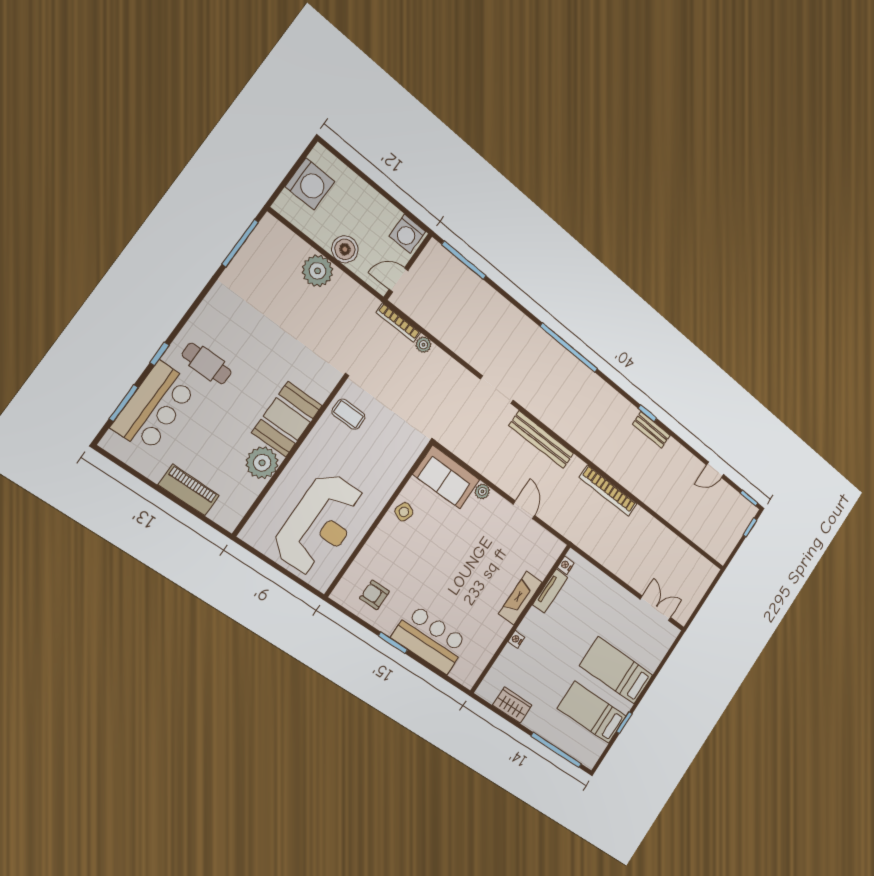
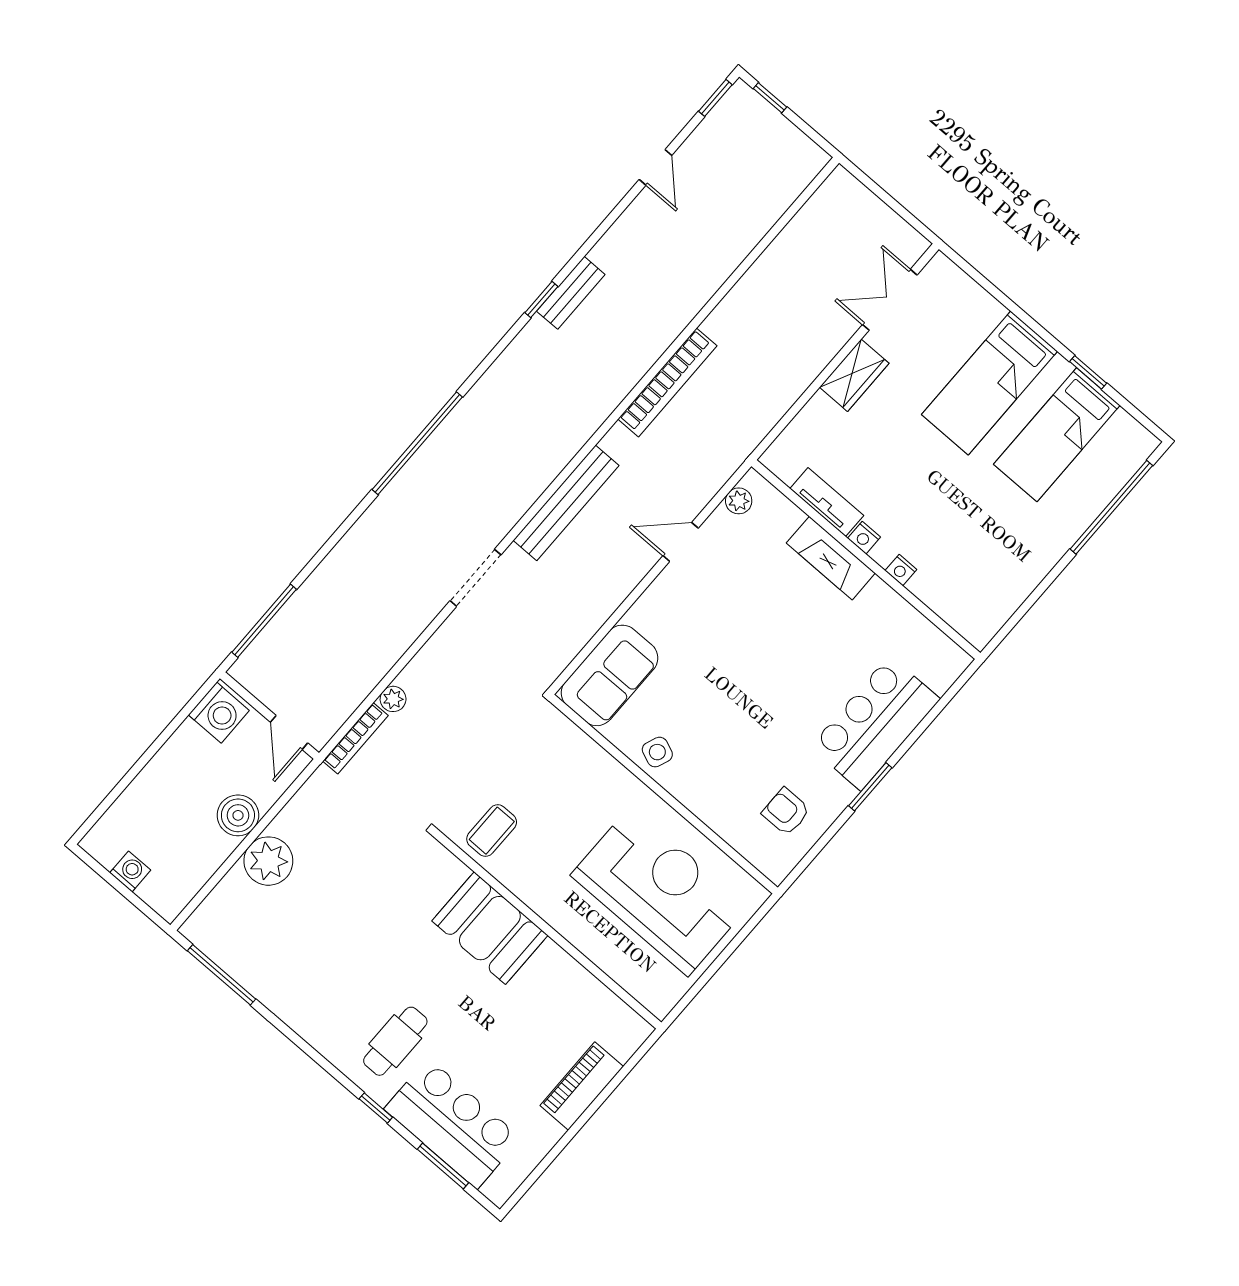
washing machine: (310, 184) -> (130, 871), width x0.53, depth x0.53
plant: (262, 463) -> (553, 972), removed
plant: (482, 491) -> (739, 501), moved
nightstand: (566, 565) -> (864, 538), moved
armchair: (374, 595) -> (786, 812), turned 90
wardrobe: (512, 705) -> (854, 375), moved, turned 180

